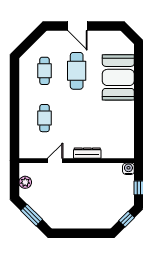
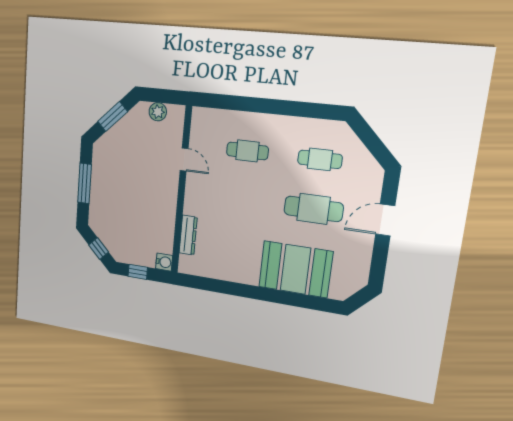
dresser: (87, 153) -> (188, 235), moved
window: (81, 233) -> (85, 183), added

